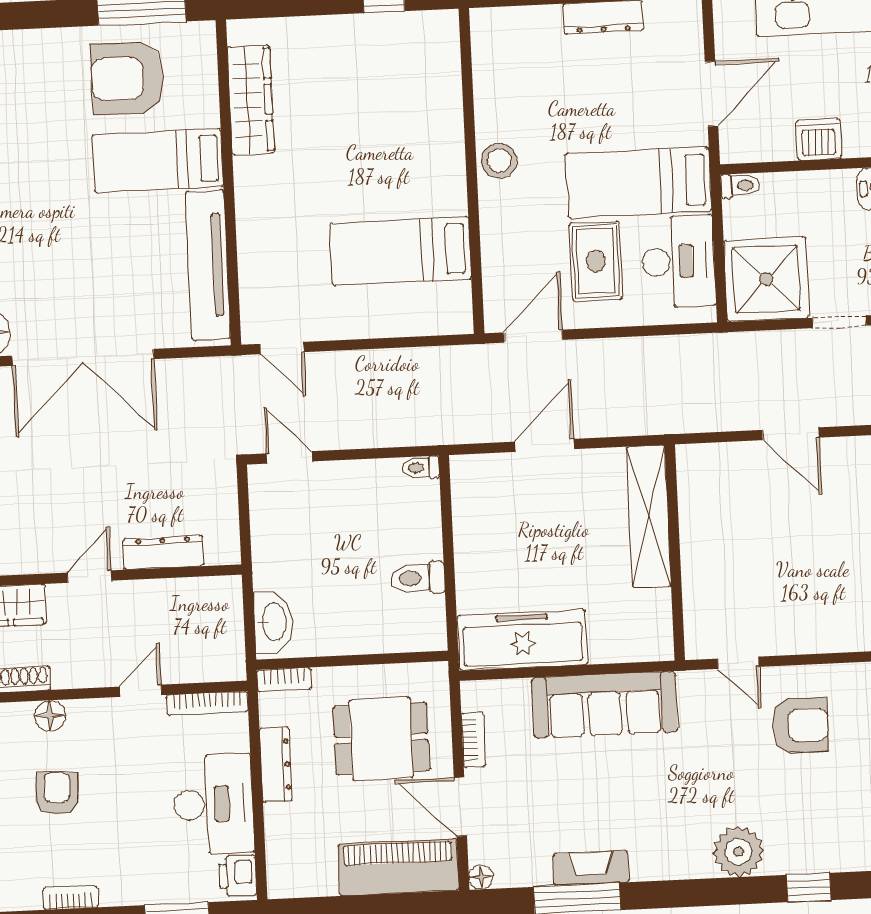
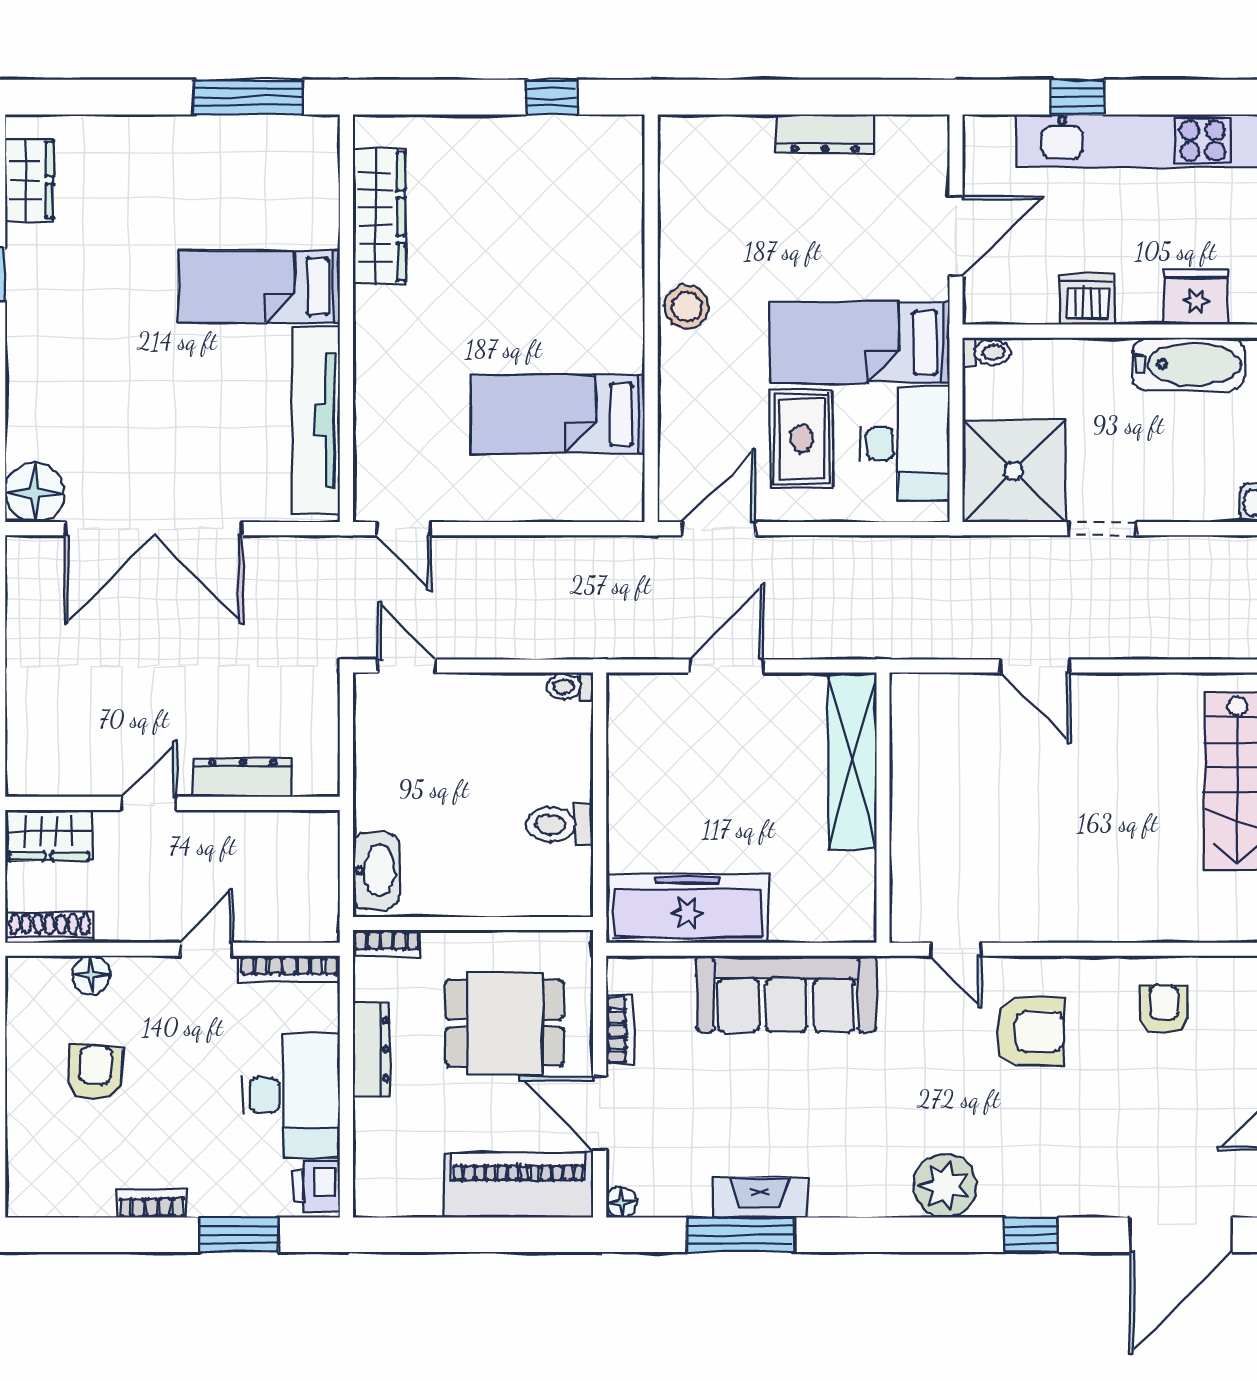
armchair: (127, 78) -> (226, 182), removed
bookcase: (71, 898) -> (152, 1204), moved

